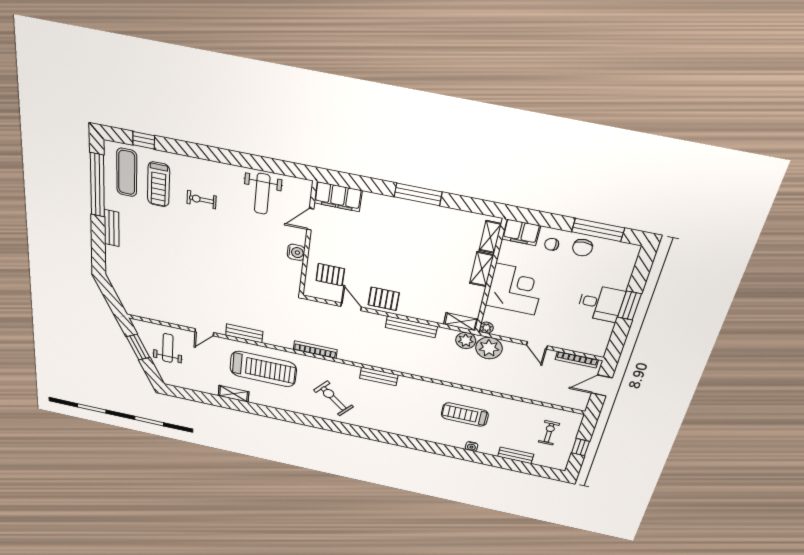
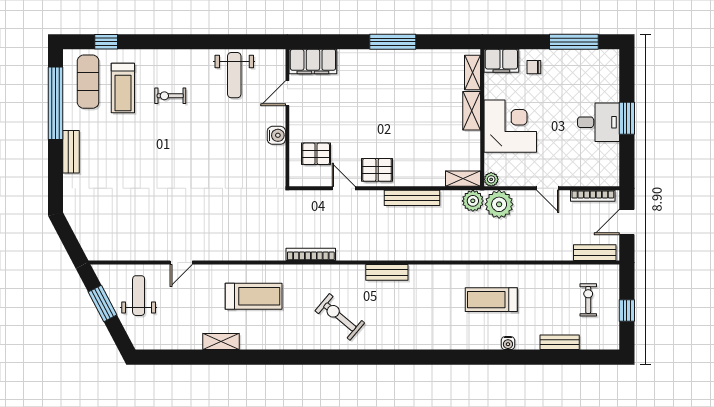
chair: (583, 248) -> (564, 64), removed
bench: (244, 333) -> (595, 253), moved
treadmill: (263, 369) -> (254, 296), width x0.73, depth x0.73

